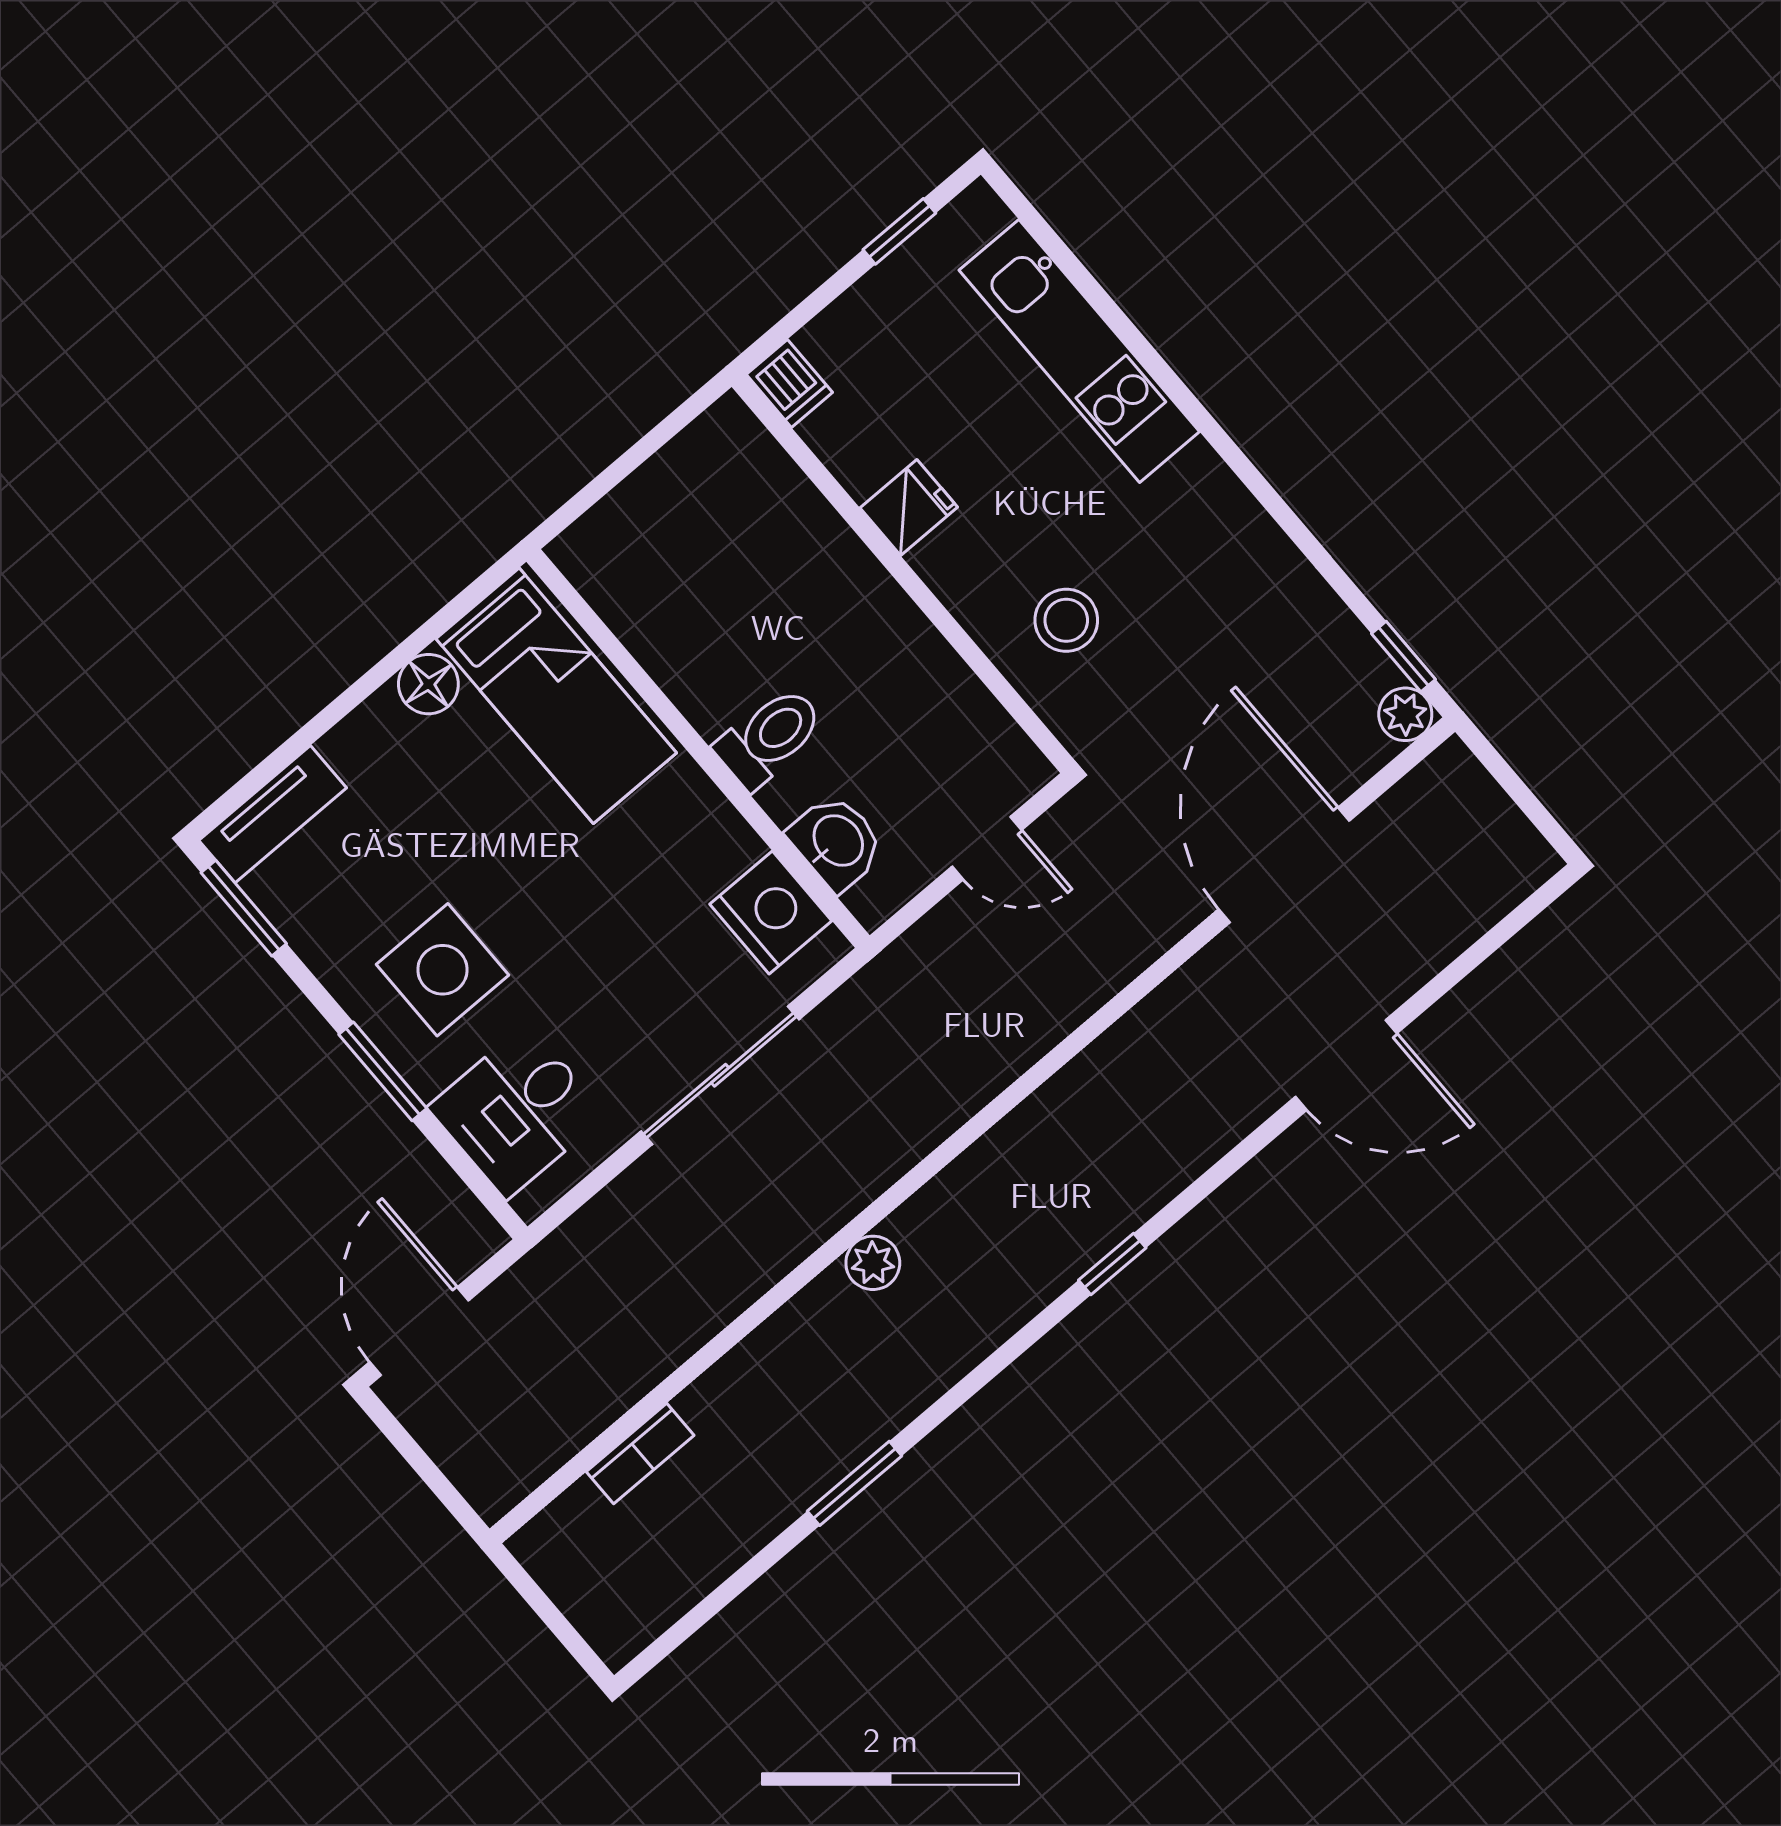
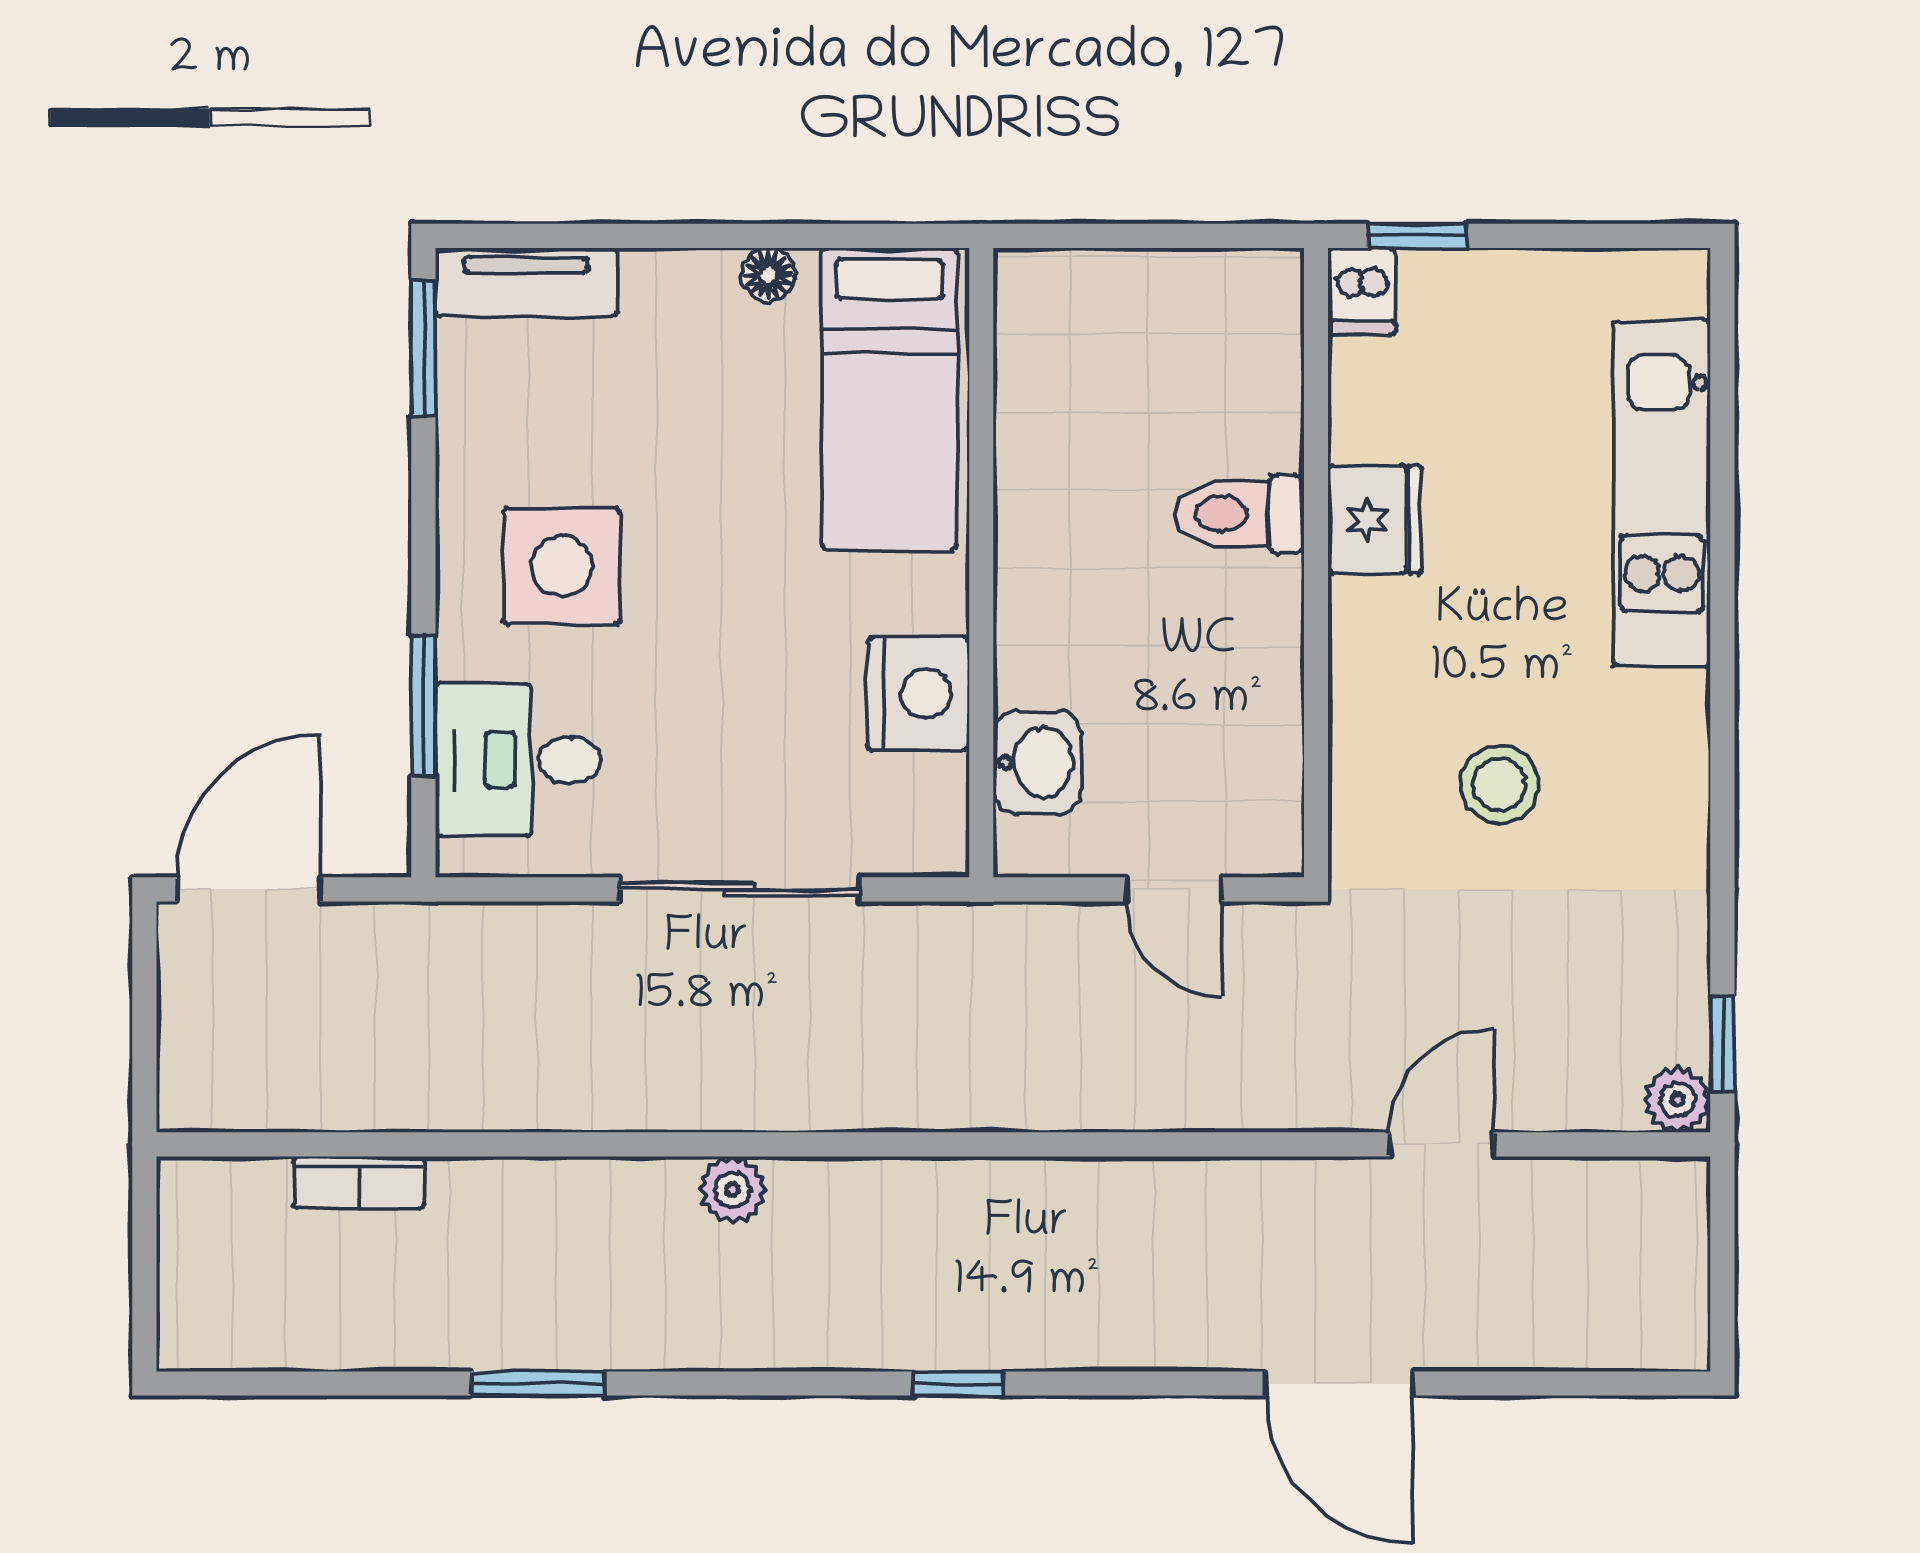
window: (899, 231) -> (1417, 236), moved
fridge: (909, 507) -> (1374, 519), width x1.38
stool: (1066, 620) -> (1499, 784), moved
floor lamp: (428, 684) -> (768, 275), width x0.73, depth x0.73
toilet: (769, 737) -> (1239, 514), moved, turned 180
door: (1284, 865) -> (1442, 1144), width x0.53
nightstand: (771, 913) -> (918, 694), moved
window: (383, 1071) -> (423, 706), moved

